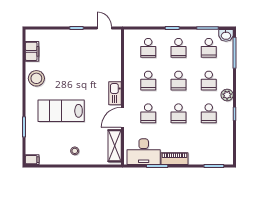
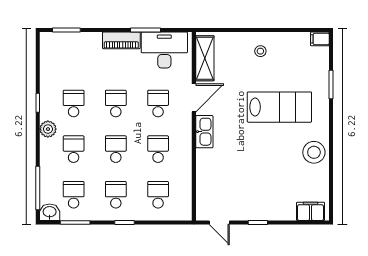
filing cabinet: (32, 51) -> (311, 211), moved, turned 90

